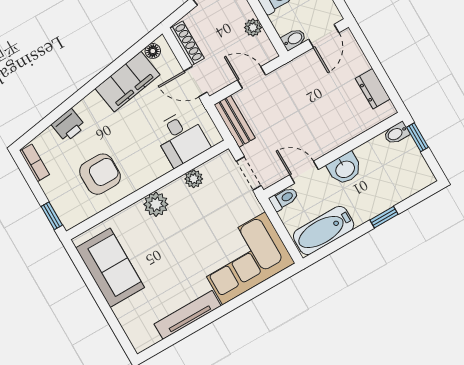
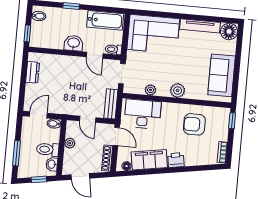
printer: (68, 125) -> (176, 160), moved
bidet: (397, 133) -> (39, 16), moved
desk: (181, 138) -> (143, 114), width x1.37
floor lamp: (142, 335) -> (229, 31), added

